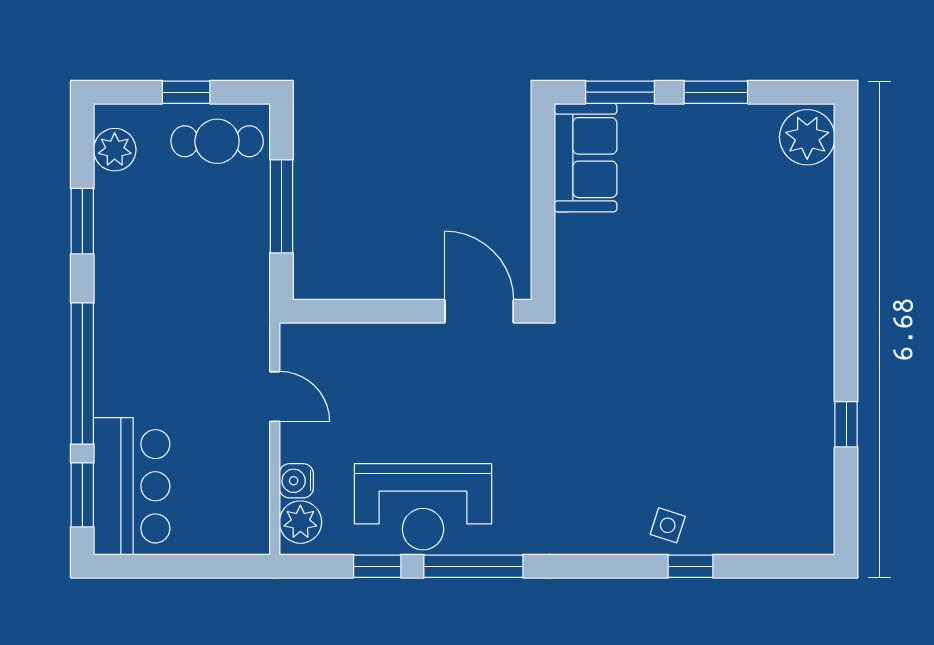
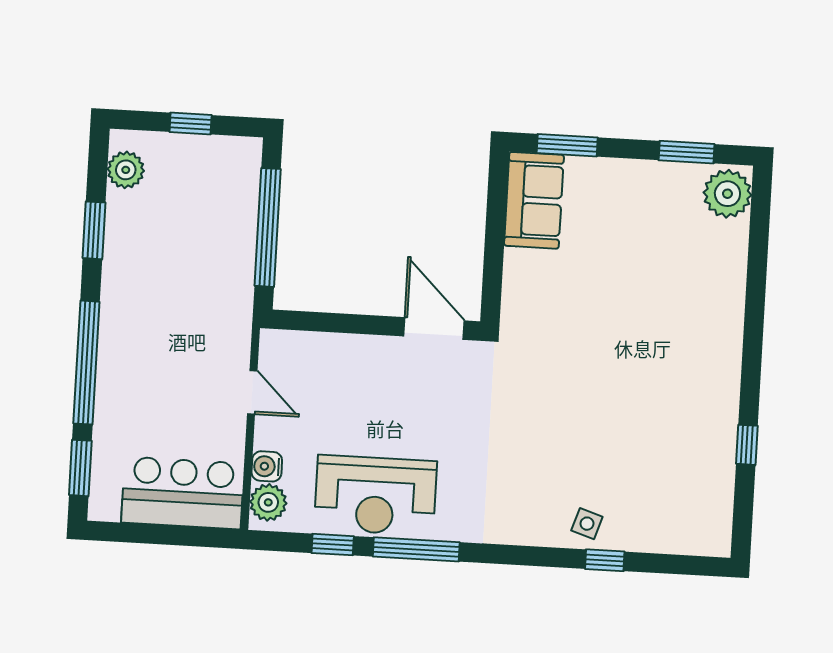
window: (716, 92) -> (687, 152), moved
cafe table: (217, 141) -> (215, 168), removed
window: (281, 206) -> (268, 227), width x1.46
bar counter: (132, 486) -> (183, 493), moved, turned -90

